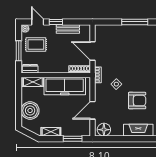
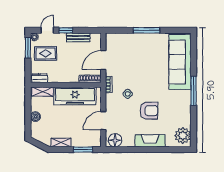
door: (38, 22) -> (47, 30), hinge flipped
window: (19, 51) -> (28, 48), moved
door: (92, 51) -> (103, 60), hinge flipped
boiler: (30, 111) -> (35, 117), width x0.54, depth x0.54

